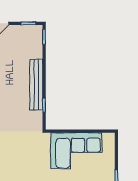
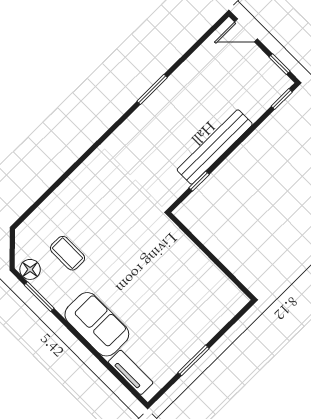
corner sofa: (76, 151) -> (183, 275), removed

